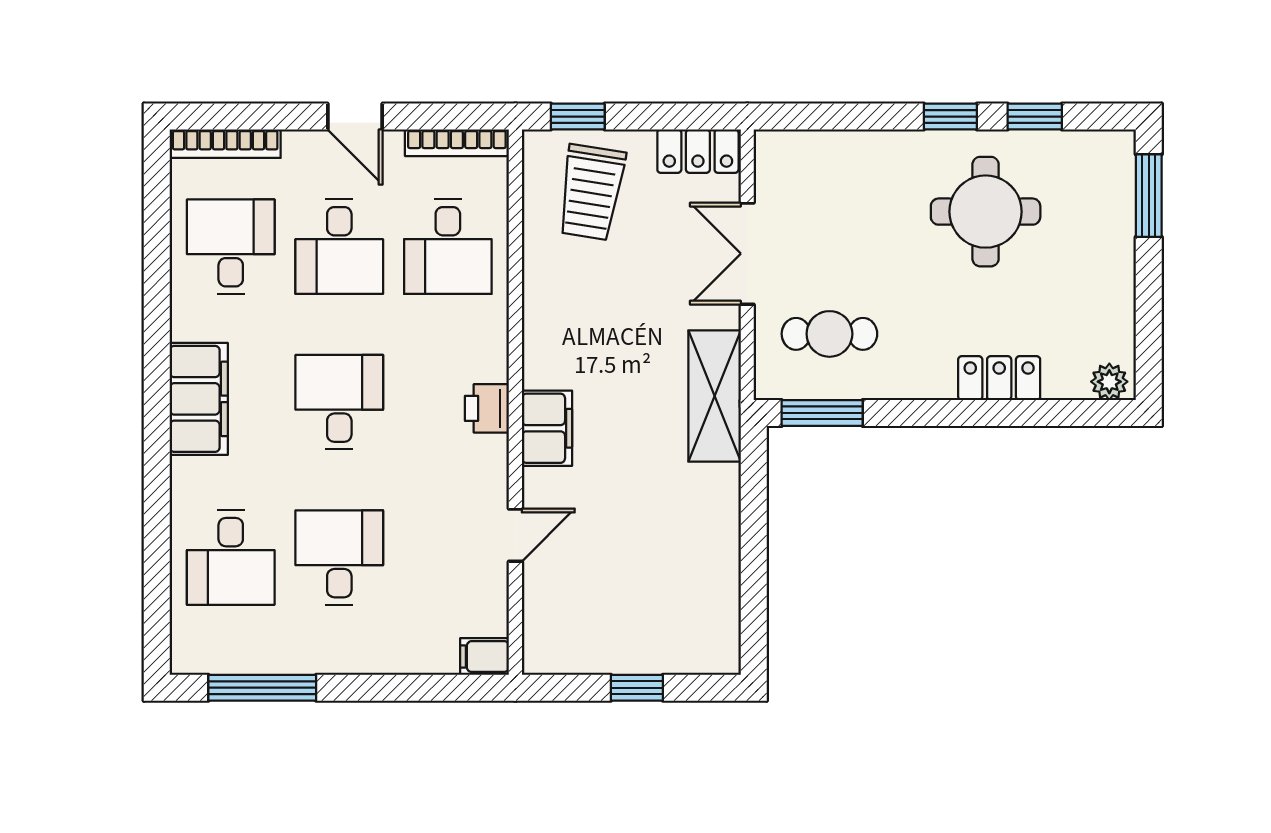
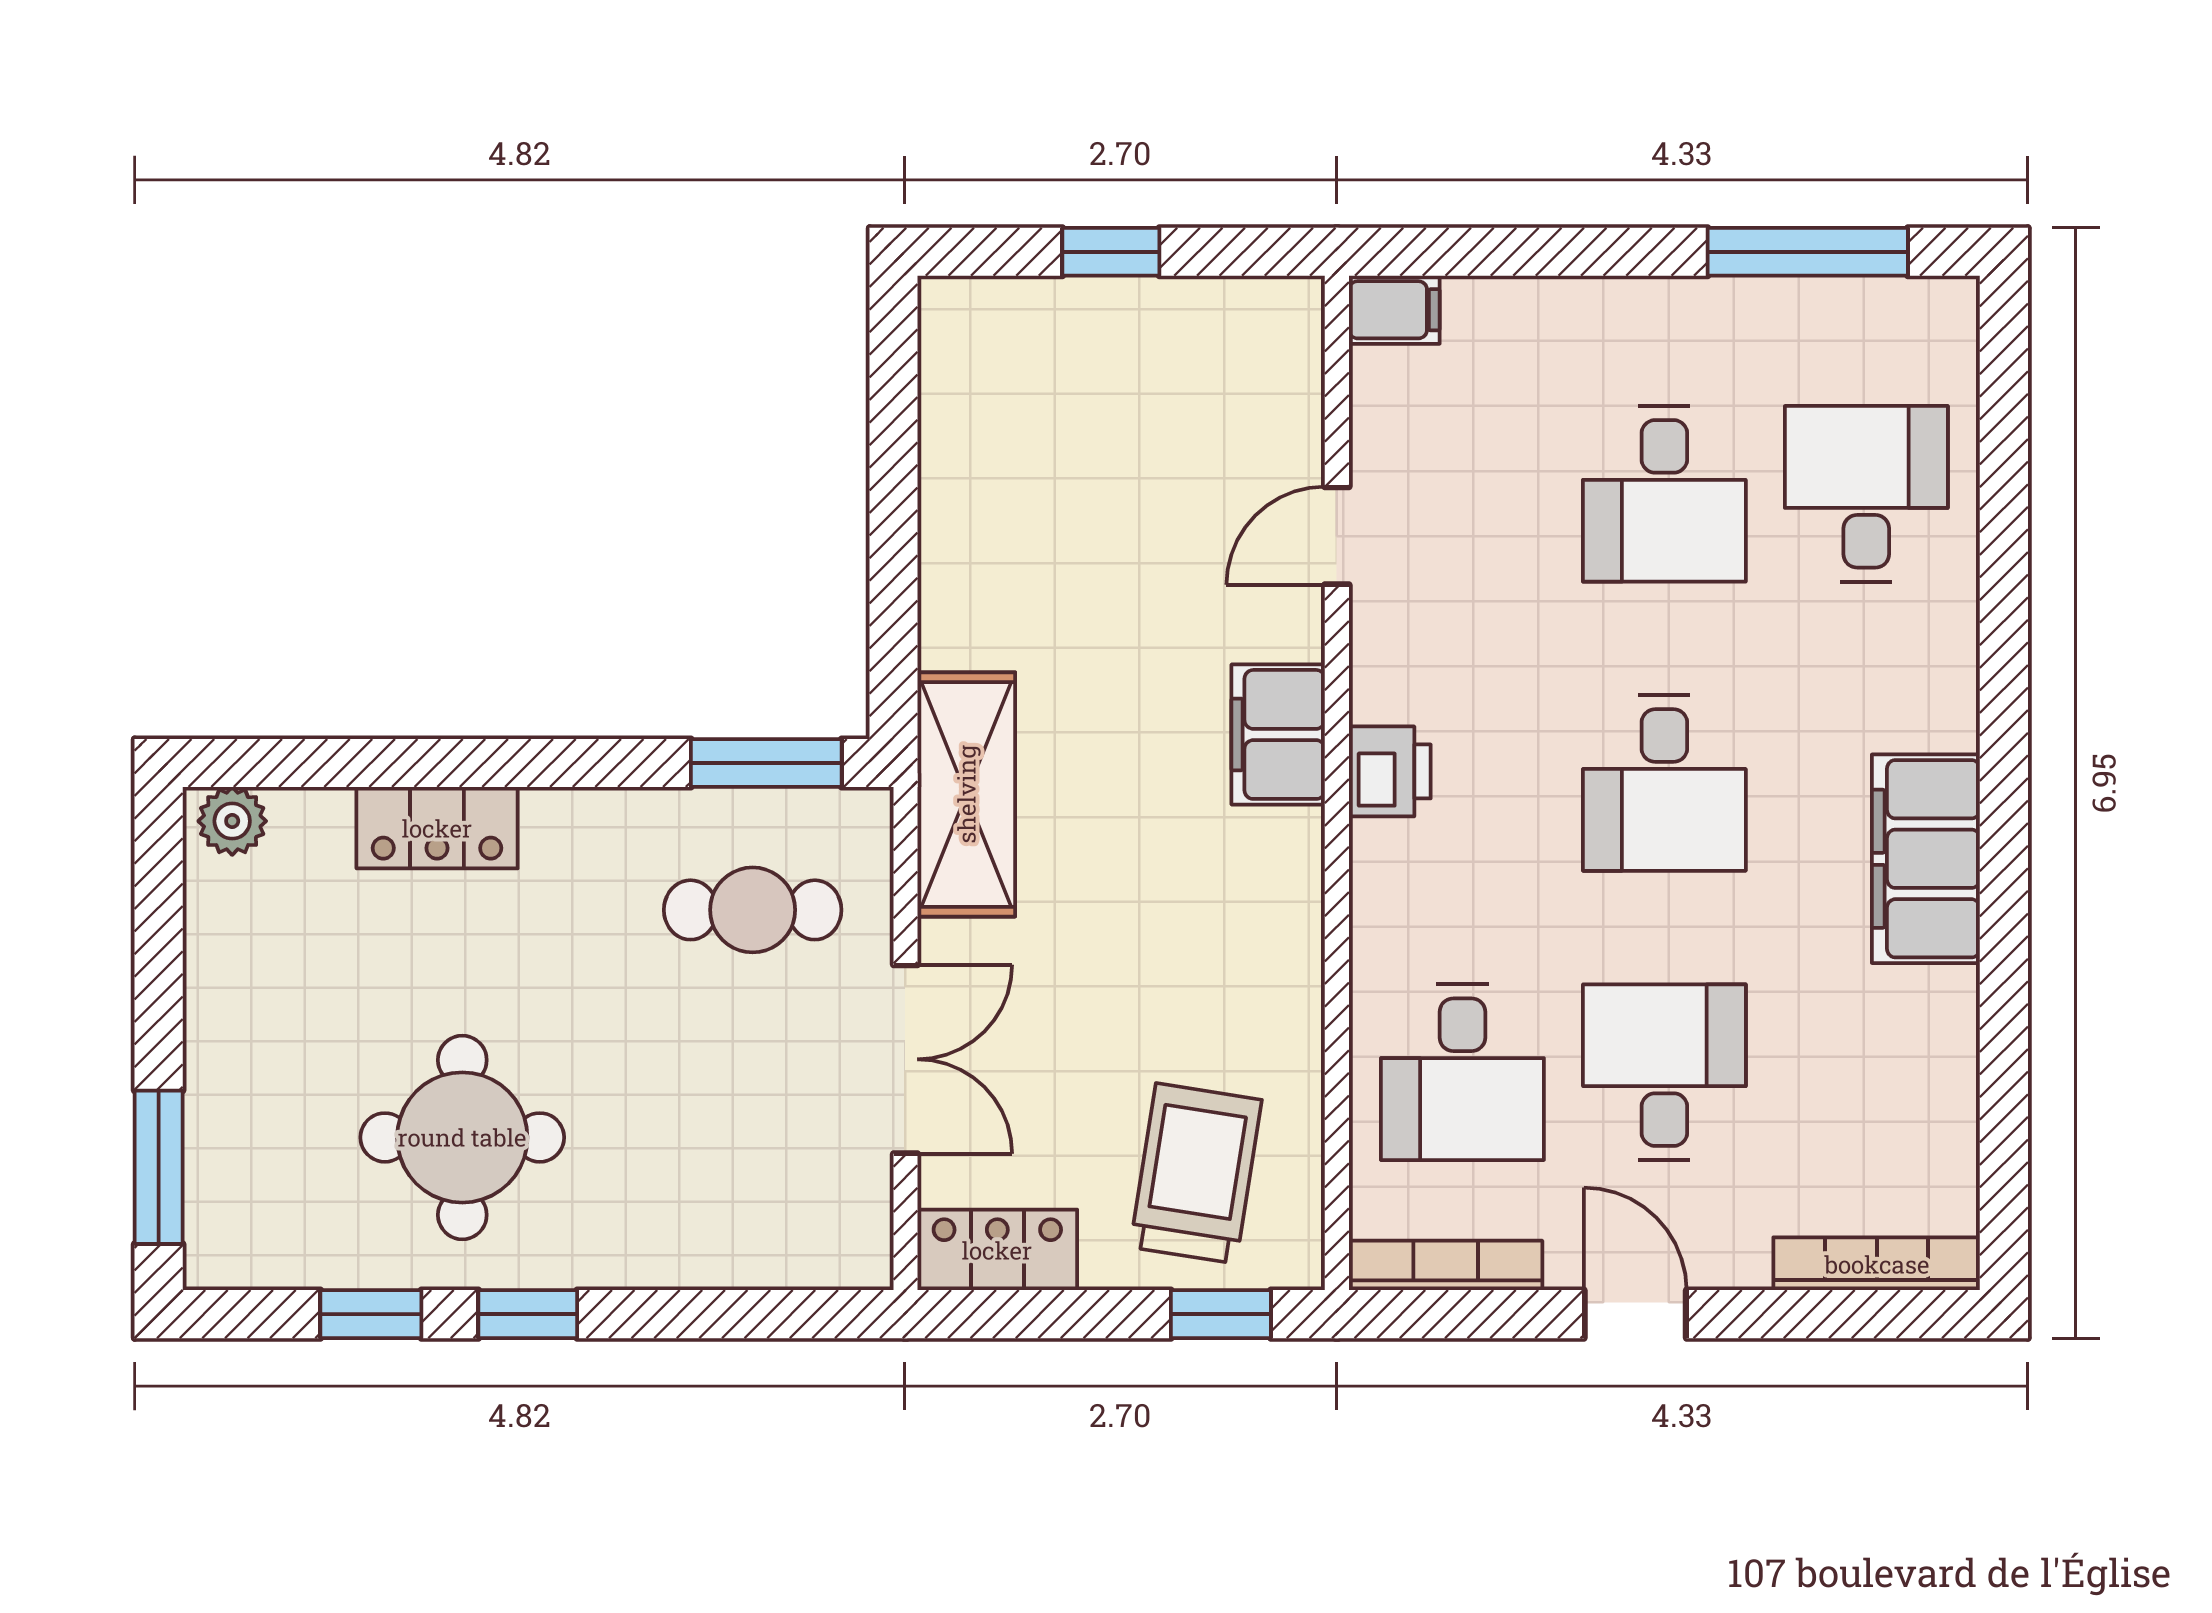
desk: (231, 247) -> (1866, 1072), removed
desk: (448, 247) -> (1462, 1072), turned 180
filing cabinet: (199, 399) -> (1926, 859), moved

